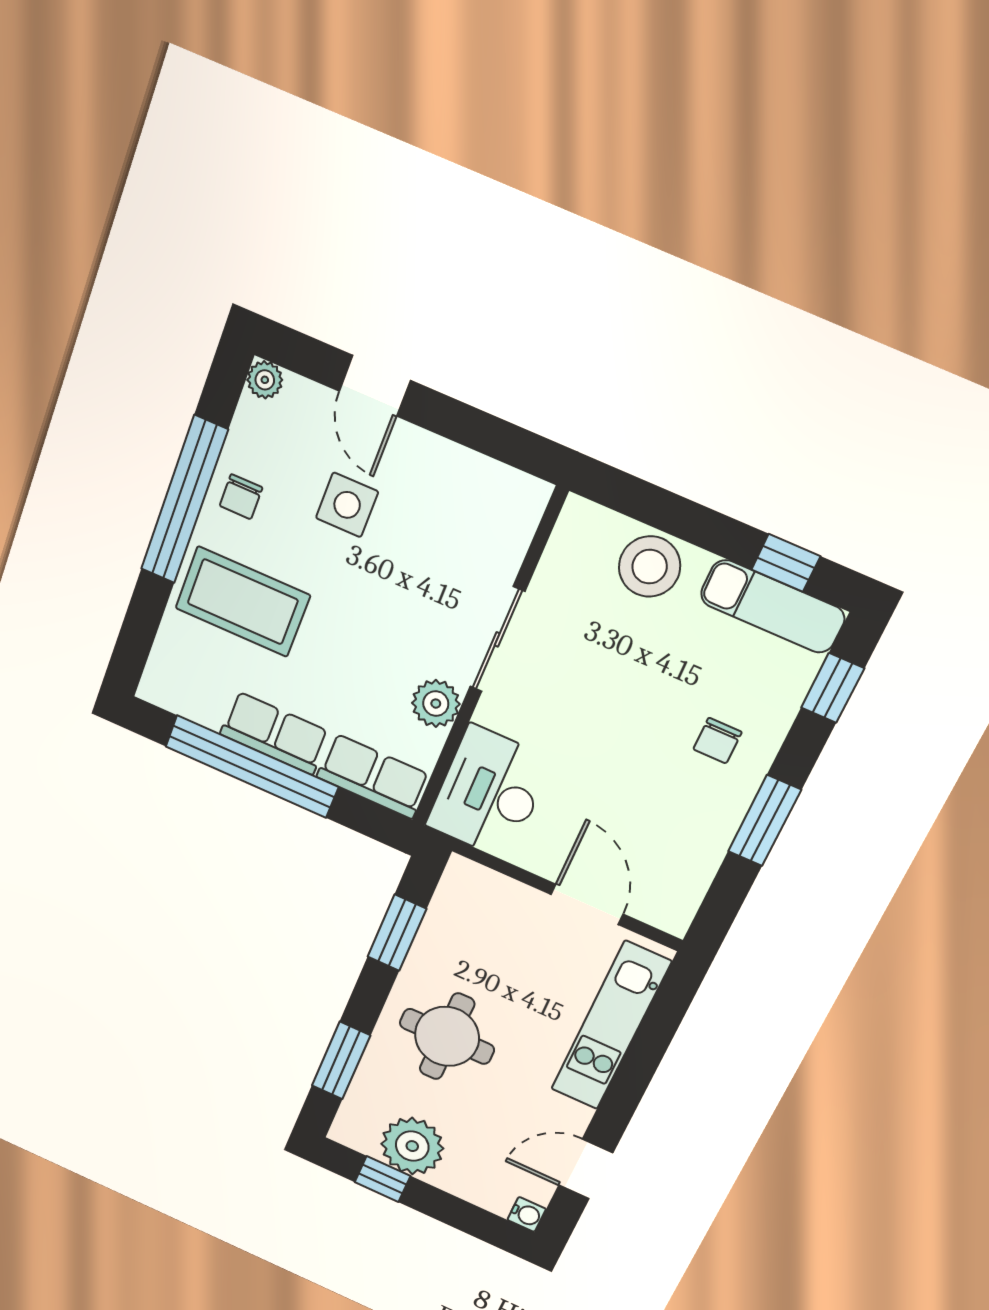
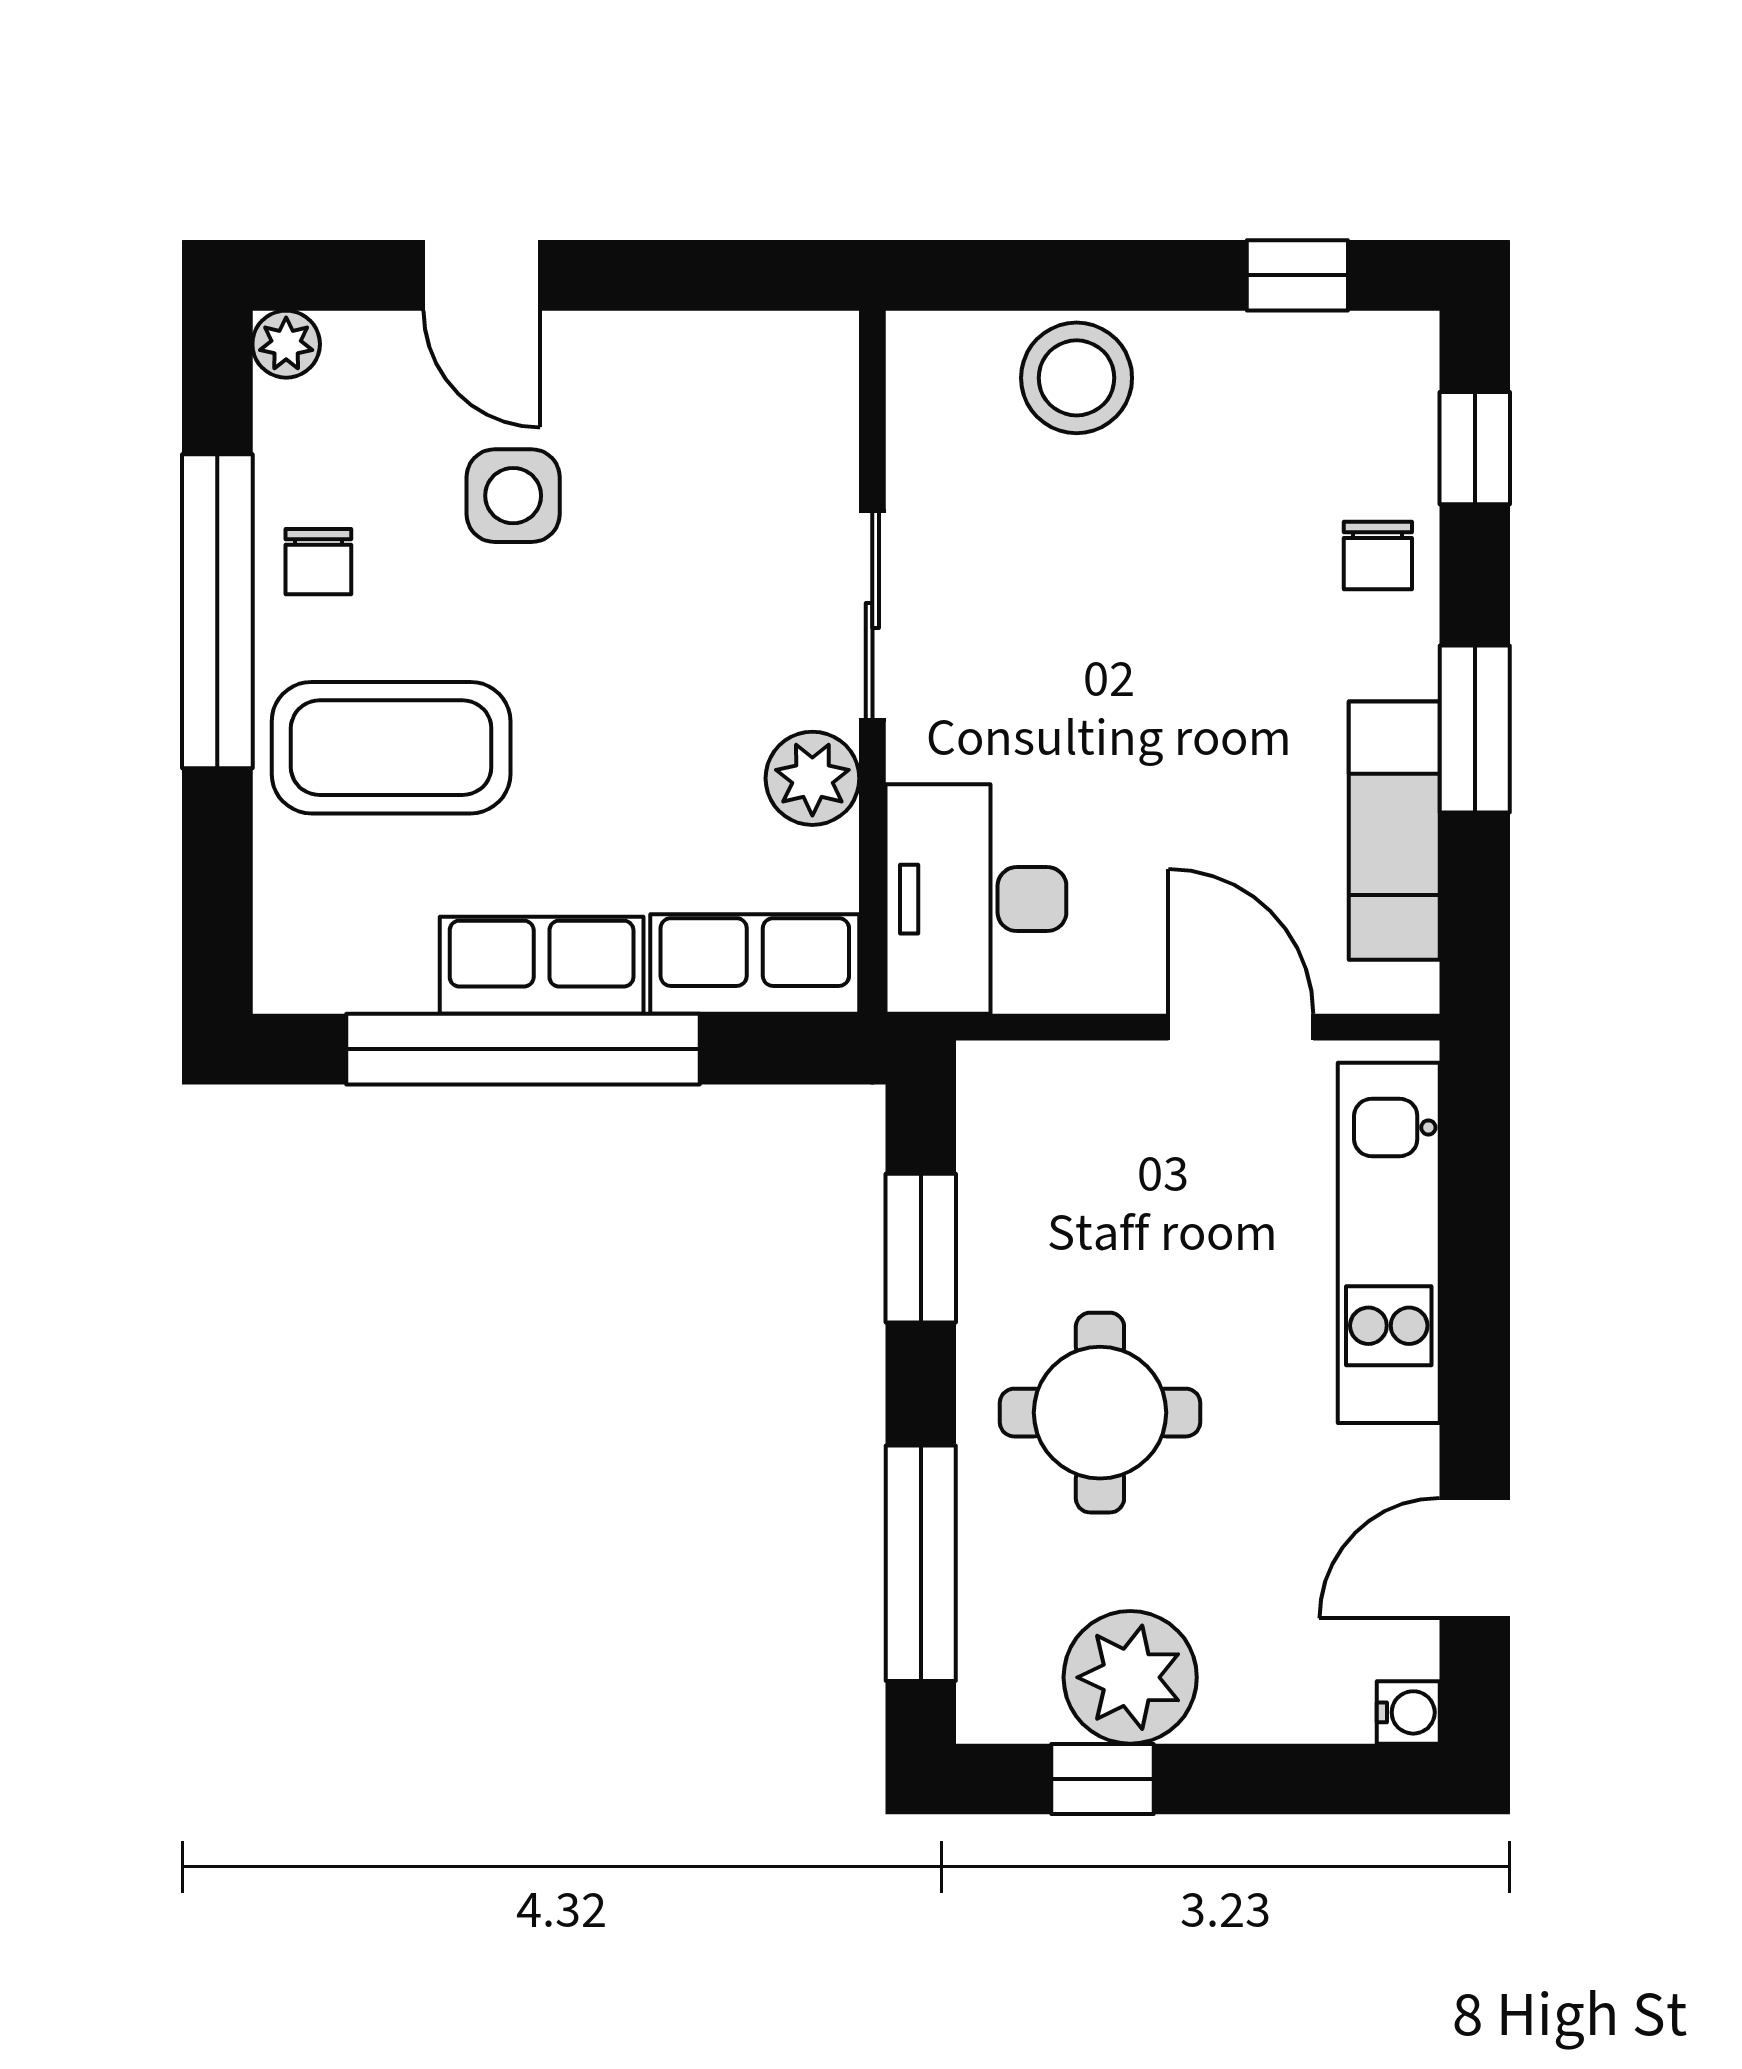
exam couch: (773, 606) -> (1394, 831), moved, turned 90
chair: (717, 741) -> (1378, 556), moved
window: (341, 1061) -> (921, 1563), width x1.44

